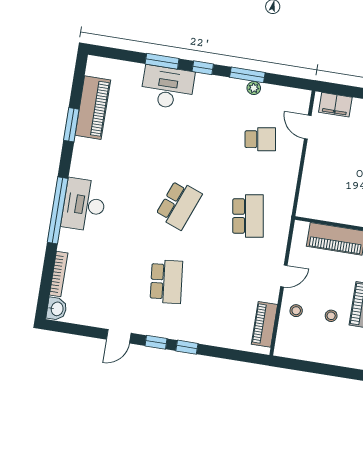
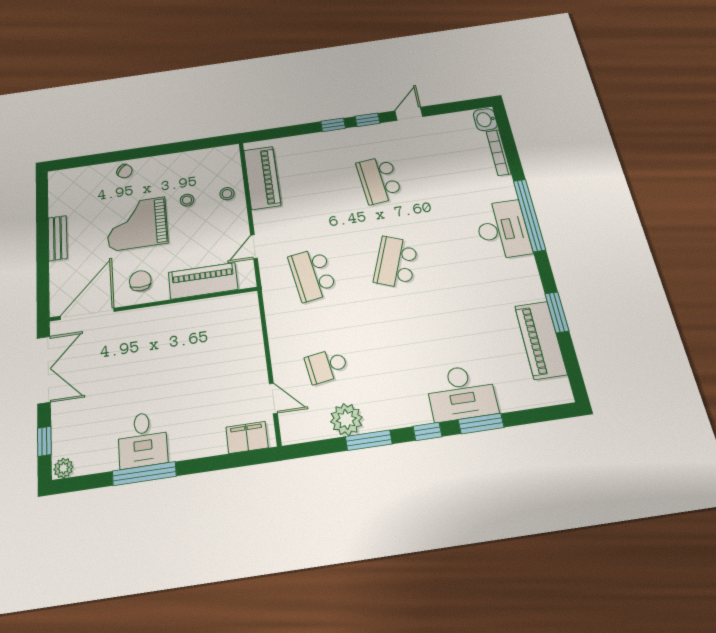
plant: (254, 88) -> (346, 420), width x1.87, depth x1.87
door: (284, 276) -> (254, 247), moved
piano: (264, 324) -> (262, 178), width x1.37, depth x1.33

